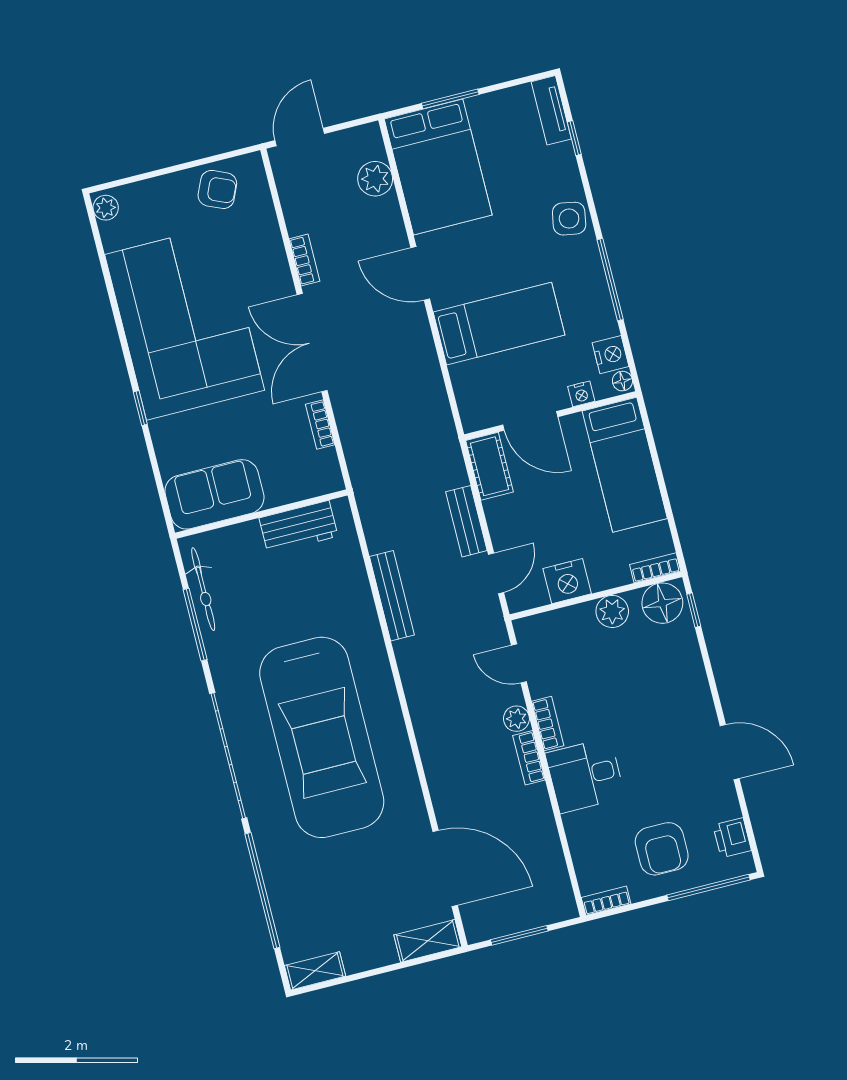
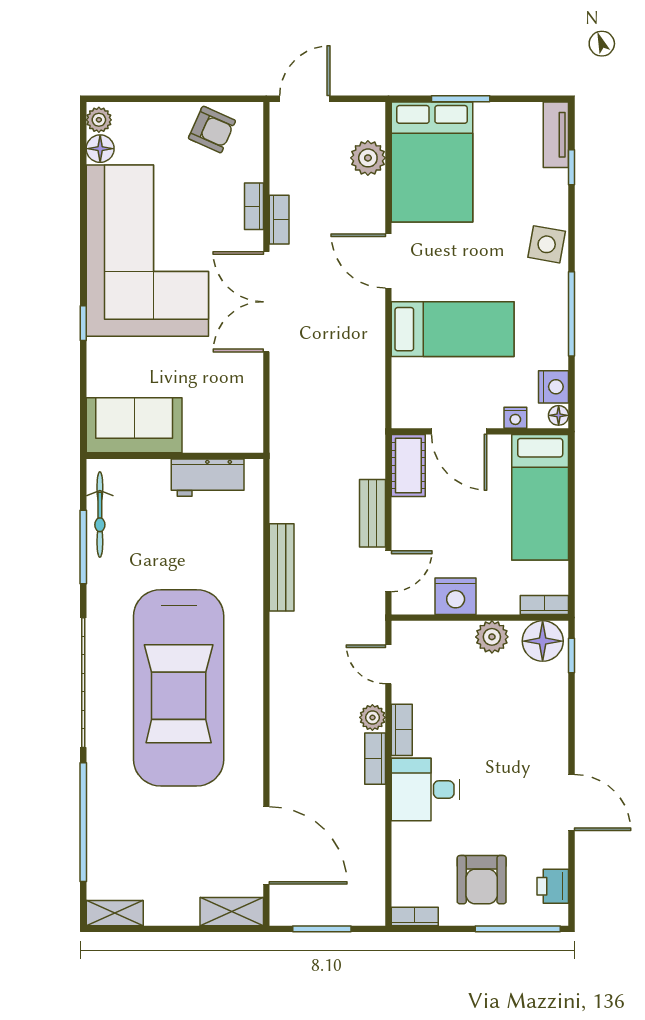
floor lamp: (114, 235) -> (100, 149), added
bookcase: (320, 424) -> (254, 206), moved

